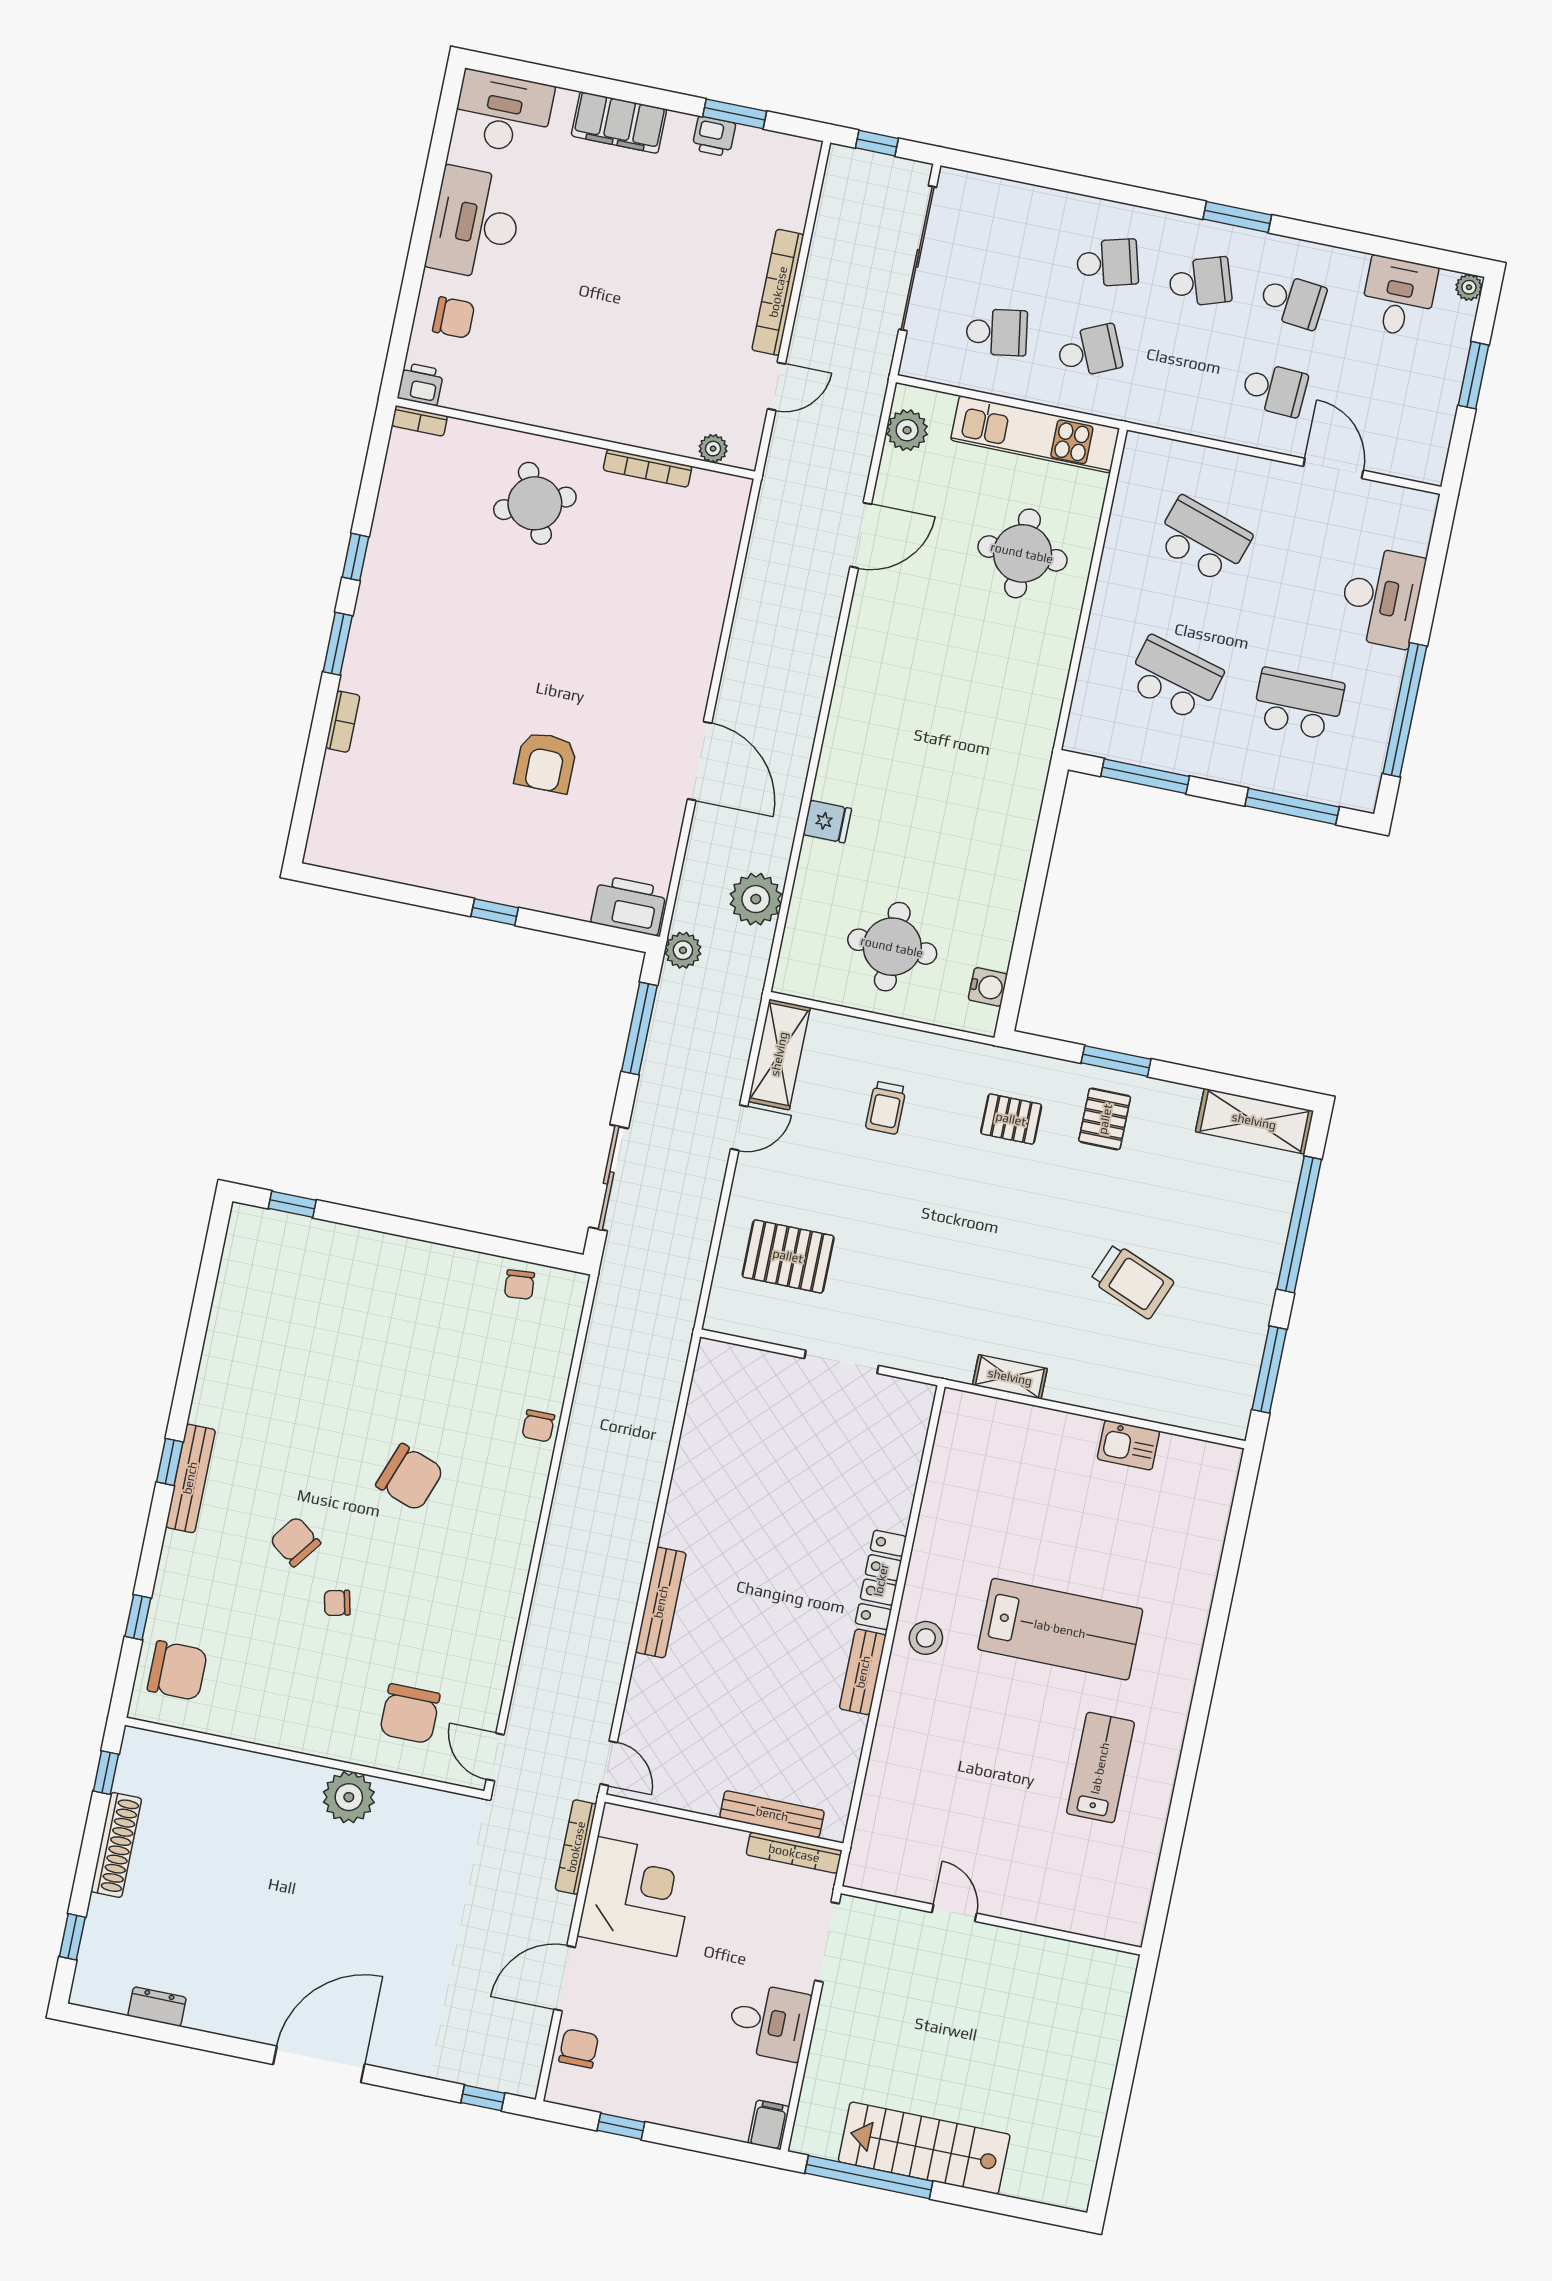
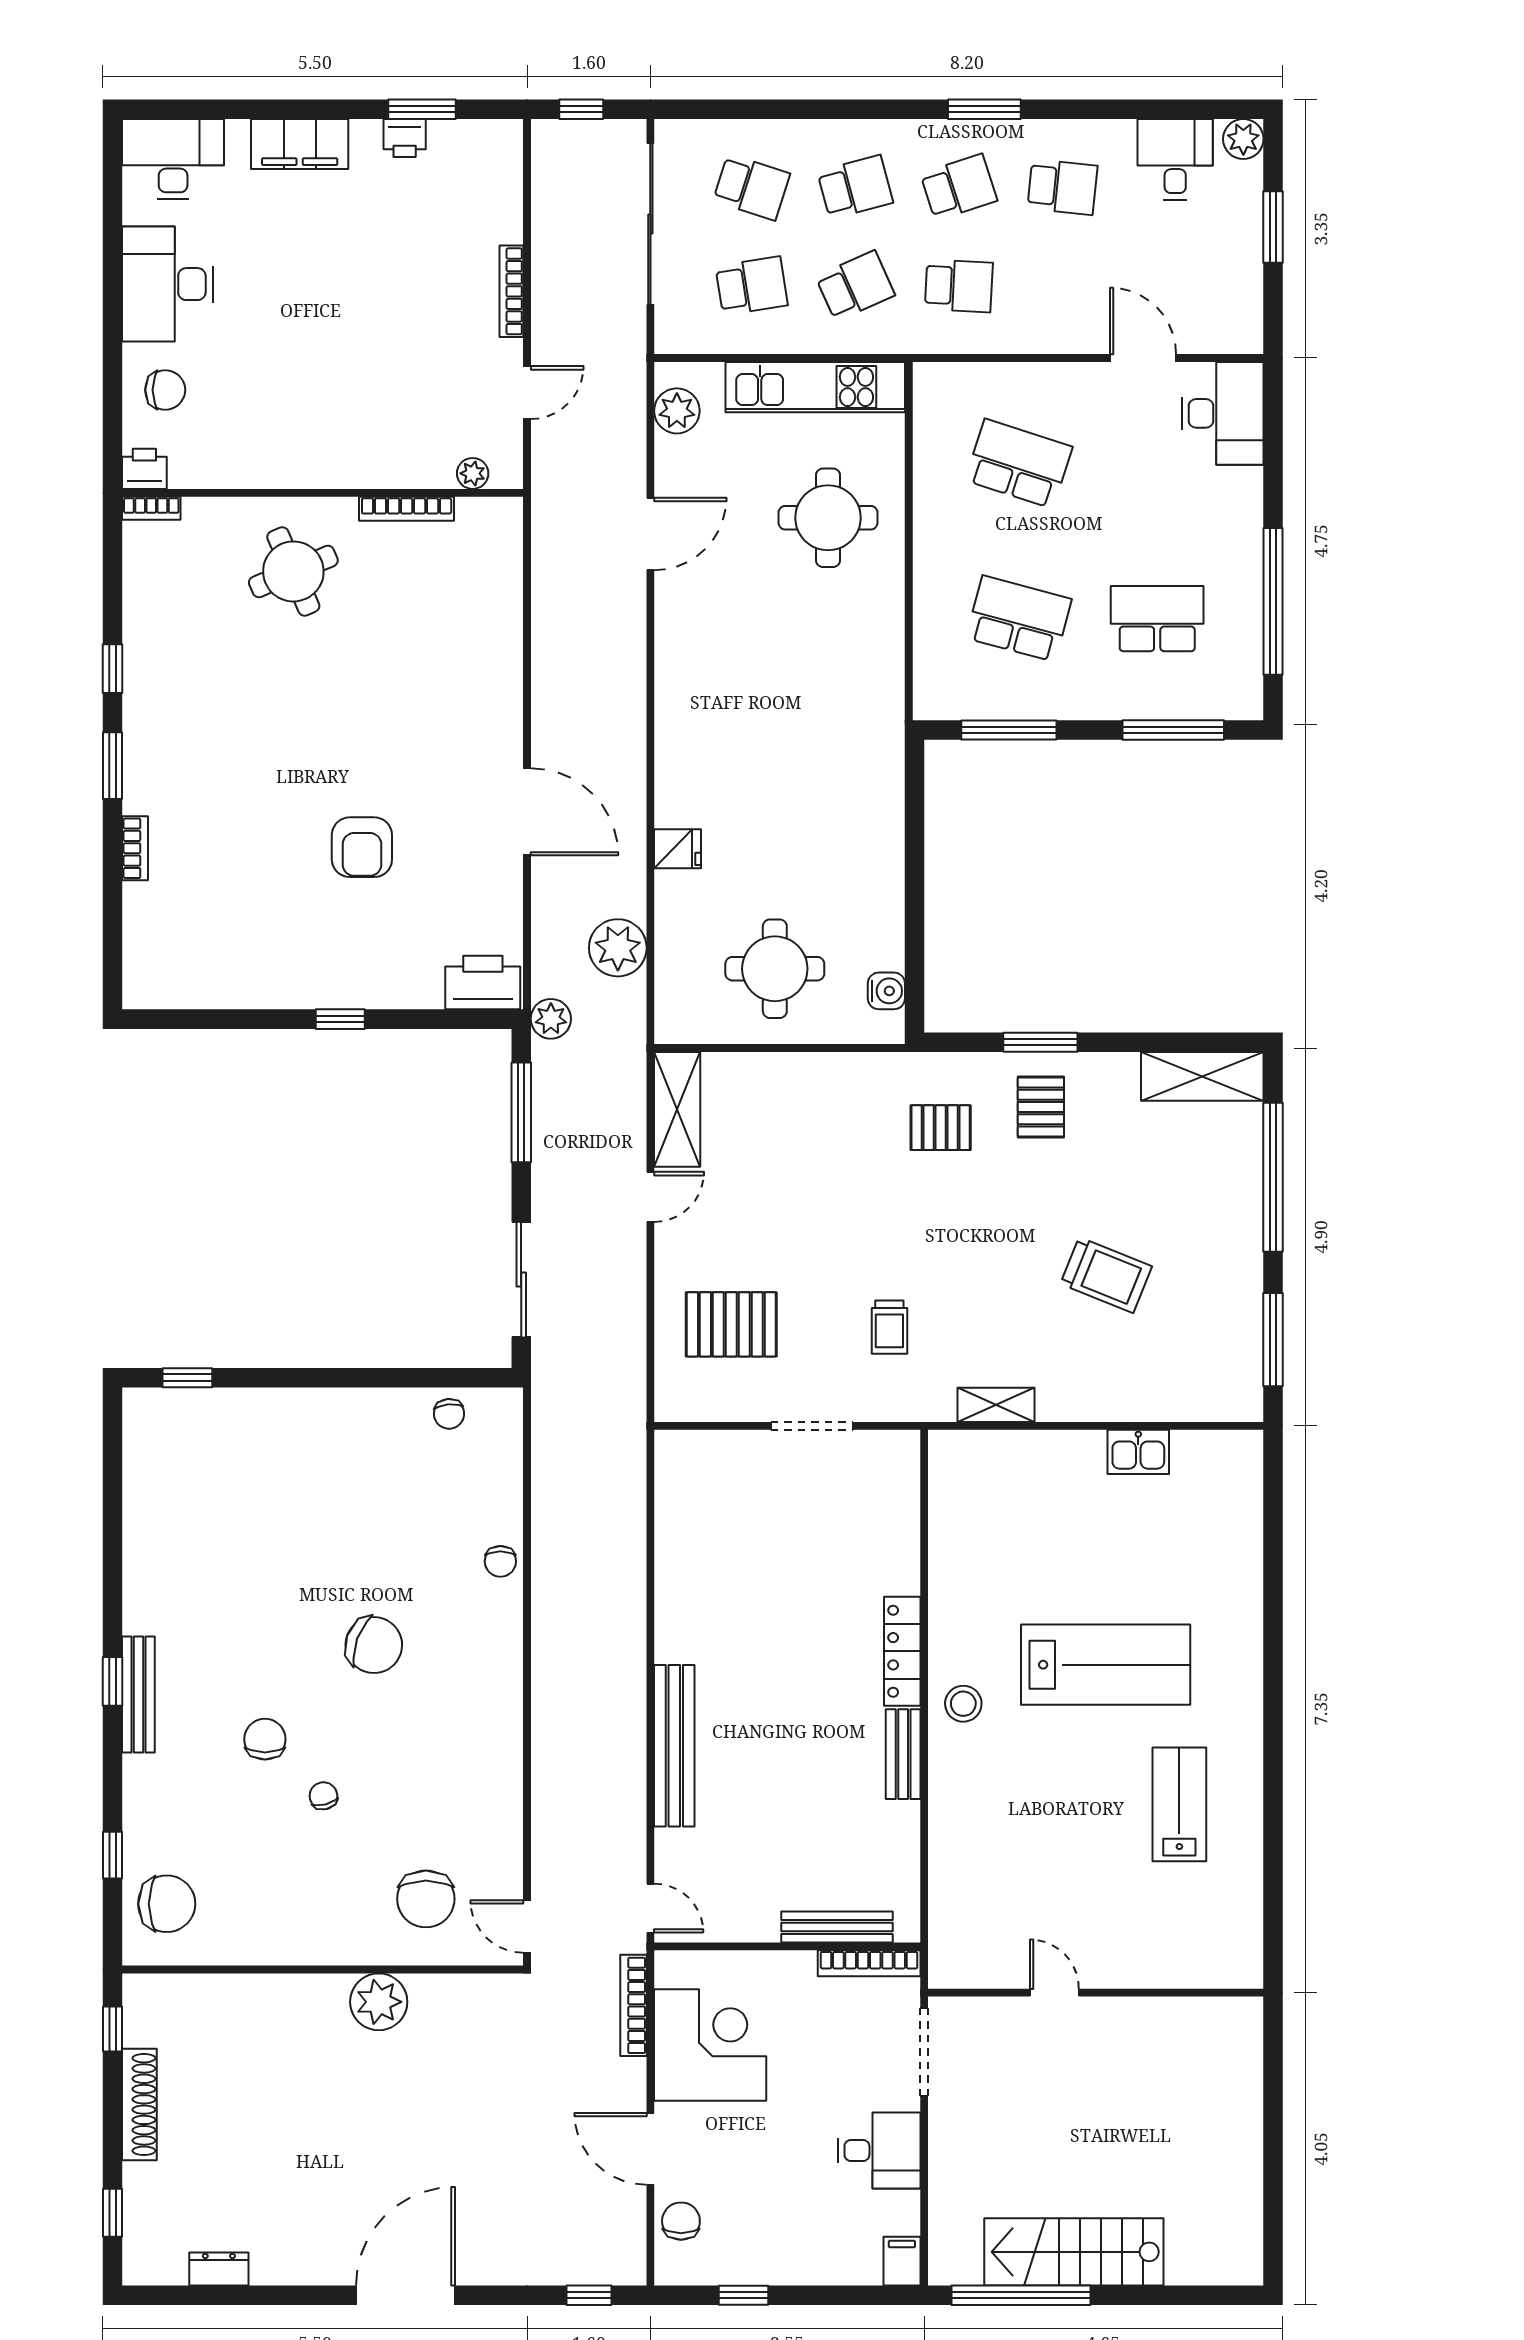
school desk: (1015, 244) -> (752, 187), added
plant: (1469, 287) -> (1243, 139), width x1.38, depth x1.38
bookcase: (778, 292) -> (511, 291), width x0.68, depth x0.76
school desk: (1275, 389) -> (959, 286), moved
desk: (1381, 597) -> (1223, 413), moved
trolley: (886, 1108) -> (889, 1327), moved
chair: (295, 1542) -> (265, 1739), turned 53
bench: (661, 1602) -> (674, 1746), width x1.37, depth x1.21
chair: (337, 1603) -> (323, 1796), turned 89
door: (565, 1978) -> (650, 2149), hinge flipped

